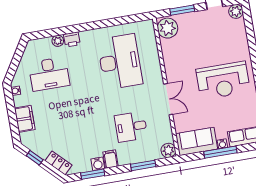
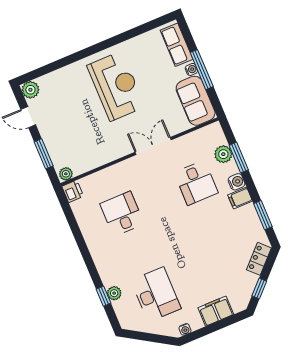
plant: (168, 28) -> (66, 174), width x0.53, depth x0.53
window: (57, 32) -> (103, 296), added
printer: (72, 39) -> (73, 191), moved
desk: (120, 62) -> (122, 214), width x0.53, depth x0.77
plant: (168, 150) -> (223, 154), moved
water cooler: (98, 164) -> (237, 182), moved

